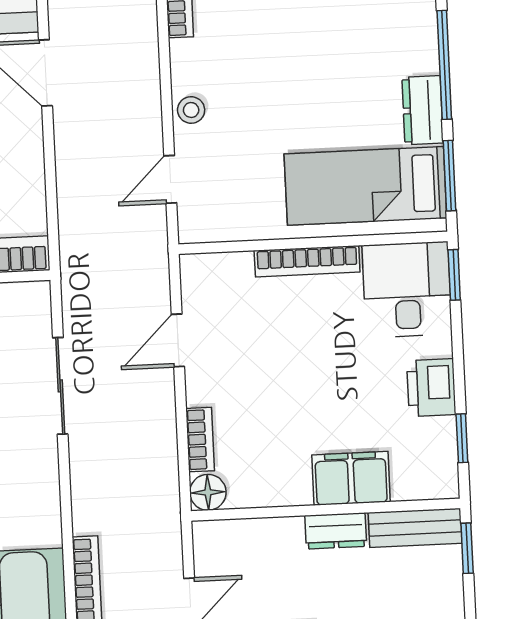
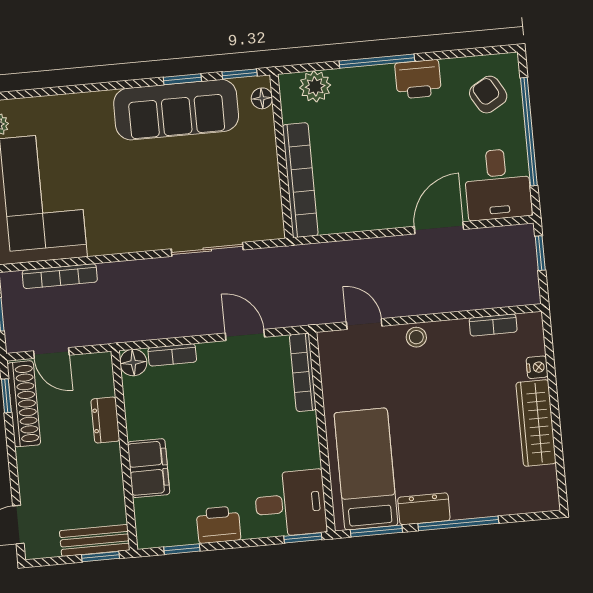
bookcase: (307, 261) -> (303, 372), moved
bench: (415, 528) -> (95, 540), moved, turned 90
dresser: (336, 531) -> (105, 420), moved

